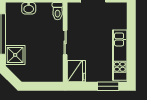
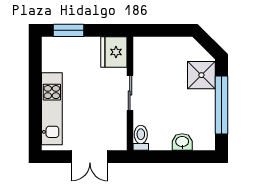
kitchen unit: (120, 55) -> (52, 109), moved

